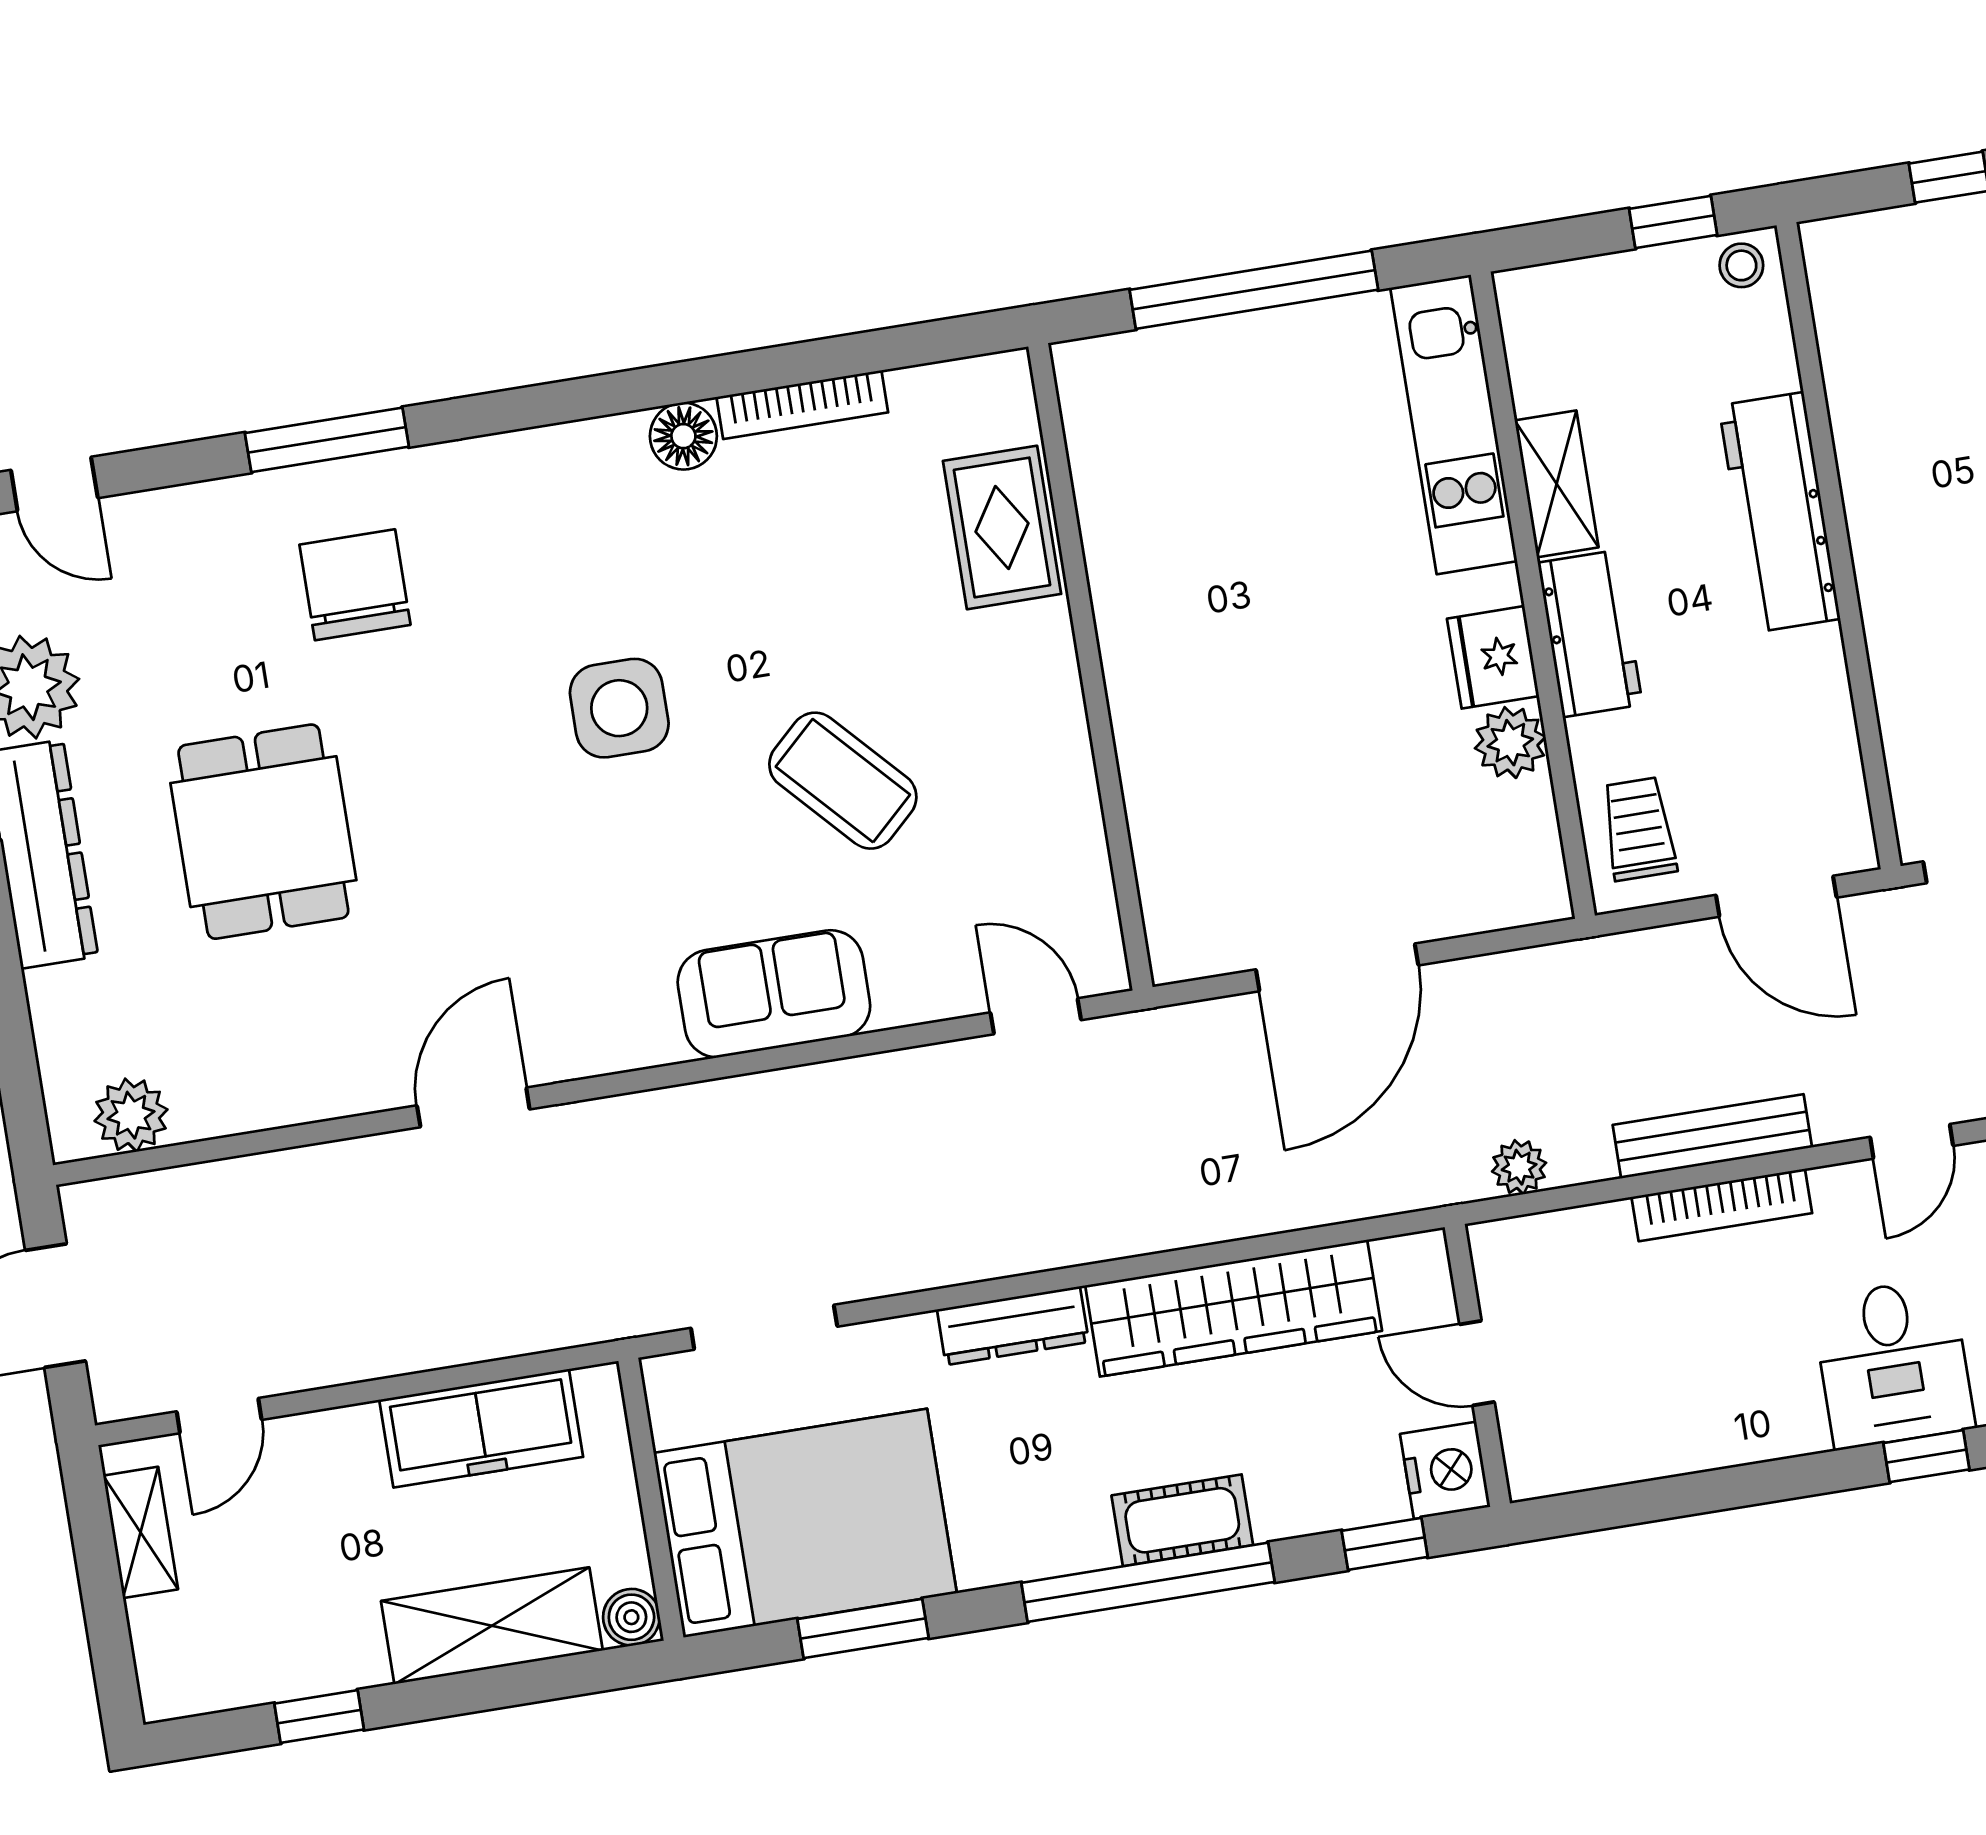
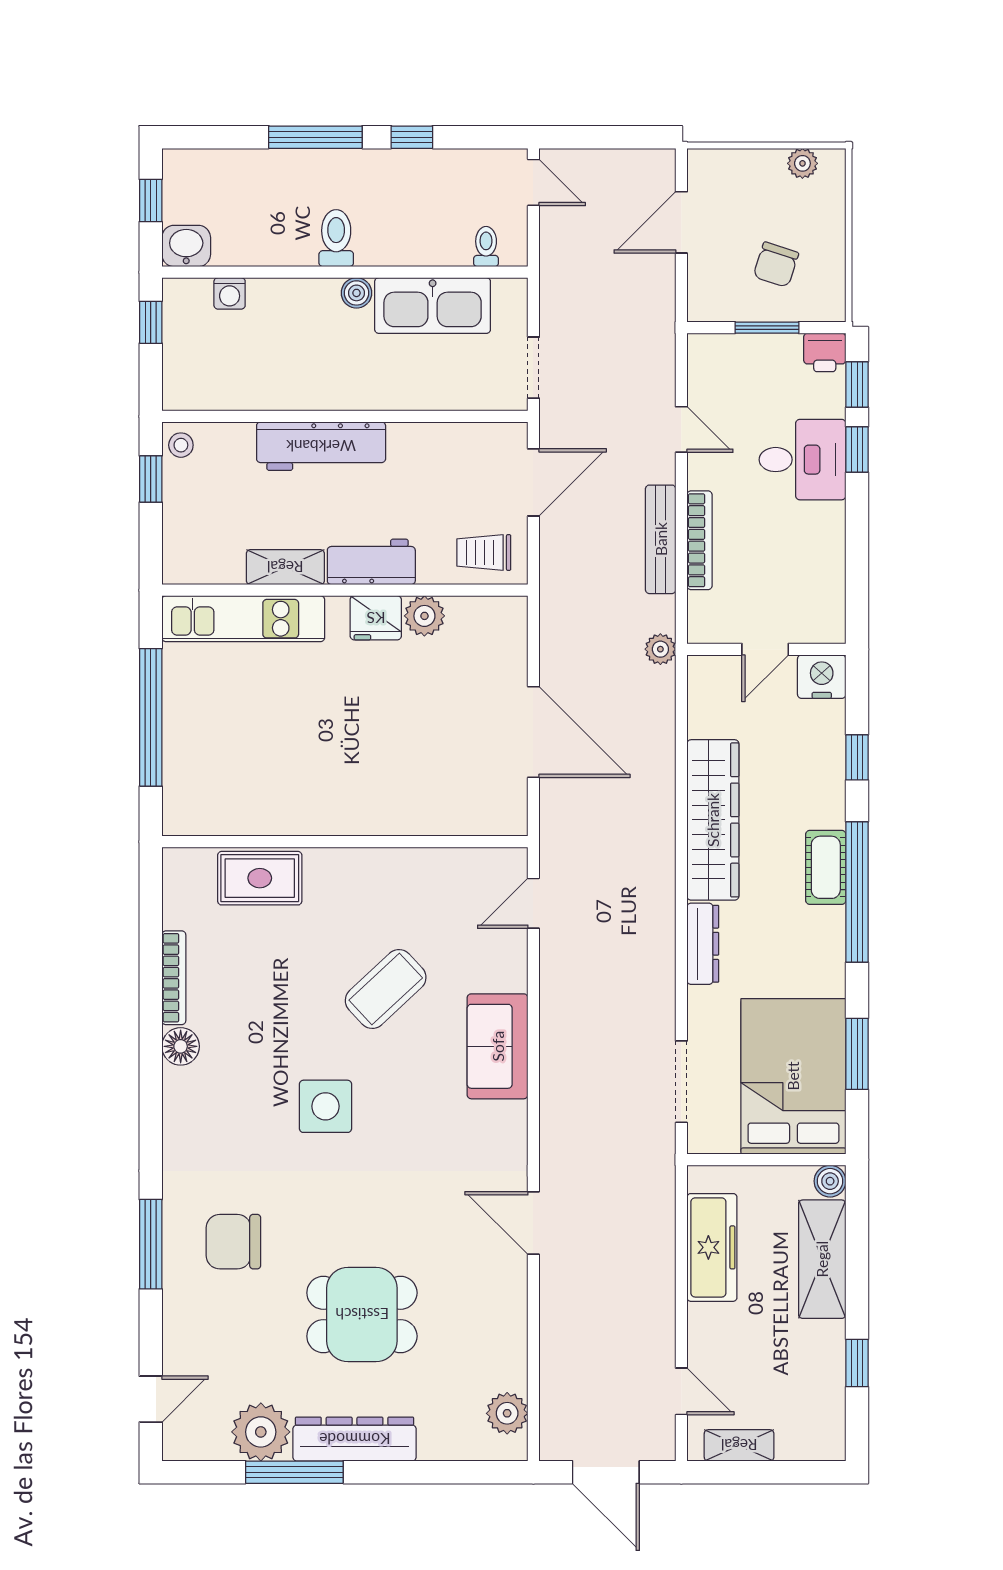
door: (1477, 1363) -> (765, 649), moved
wall: (1477, 1365) -> (766, 649), moved
nightstand: (1445, 1470) -> (822, 677), moved

